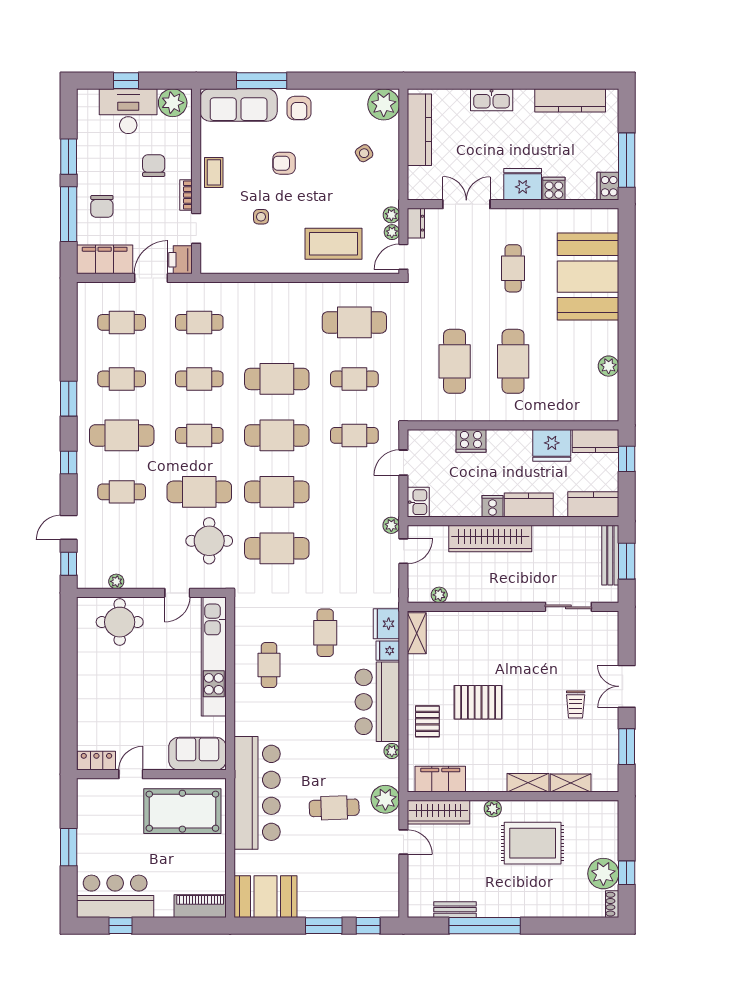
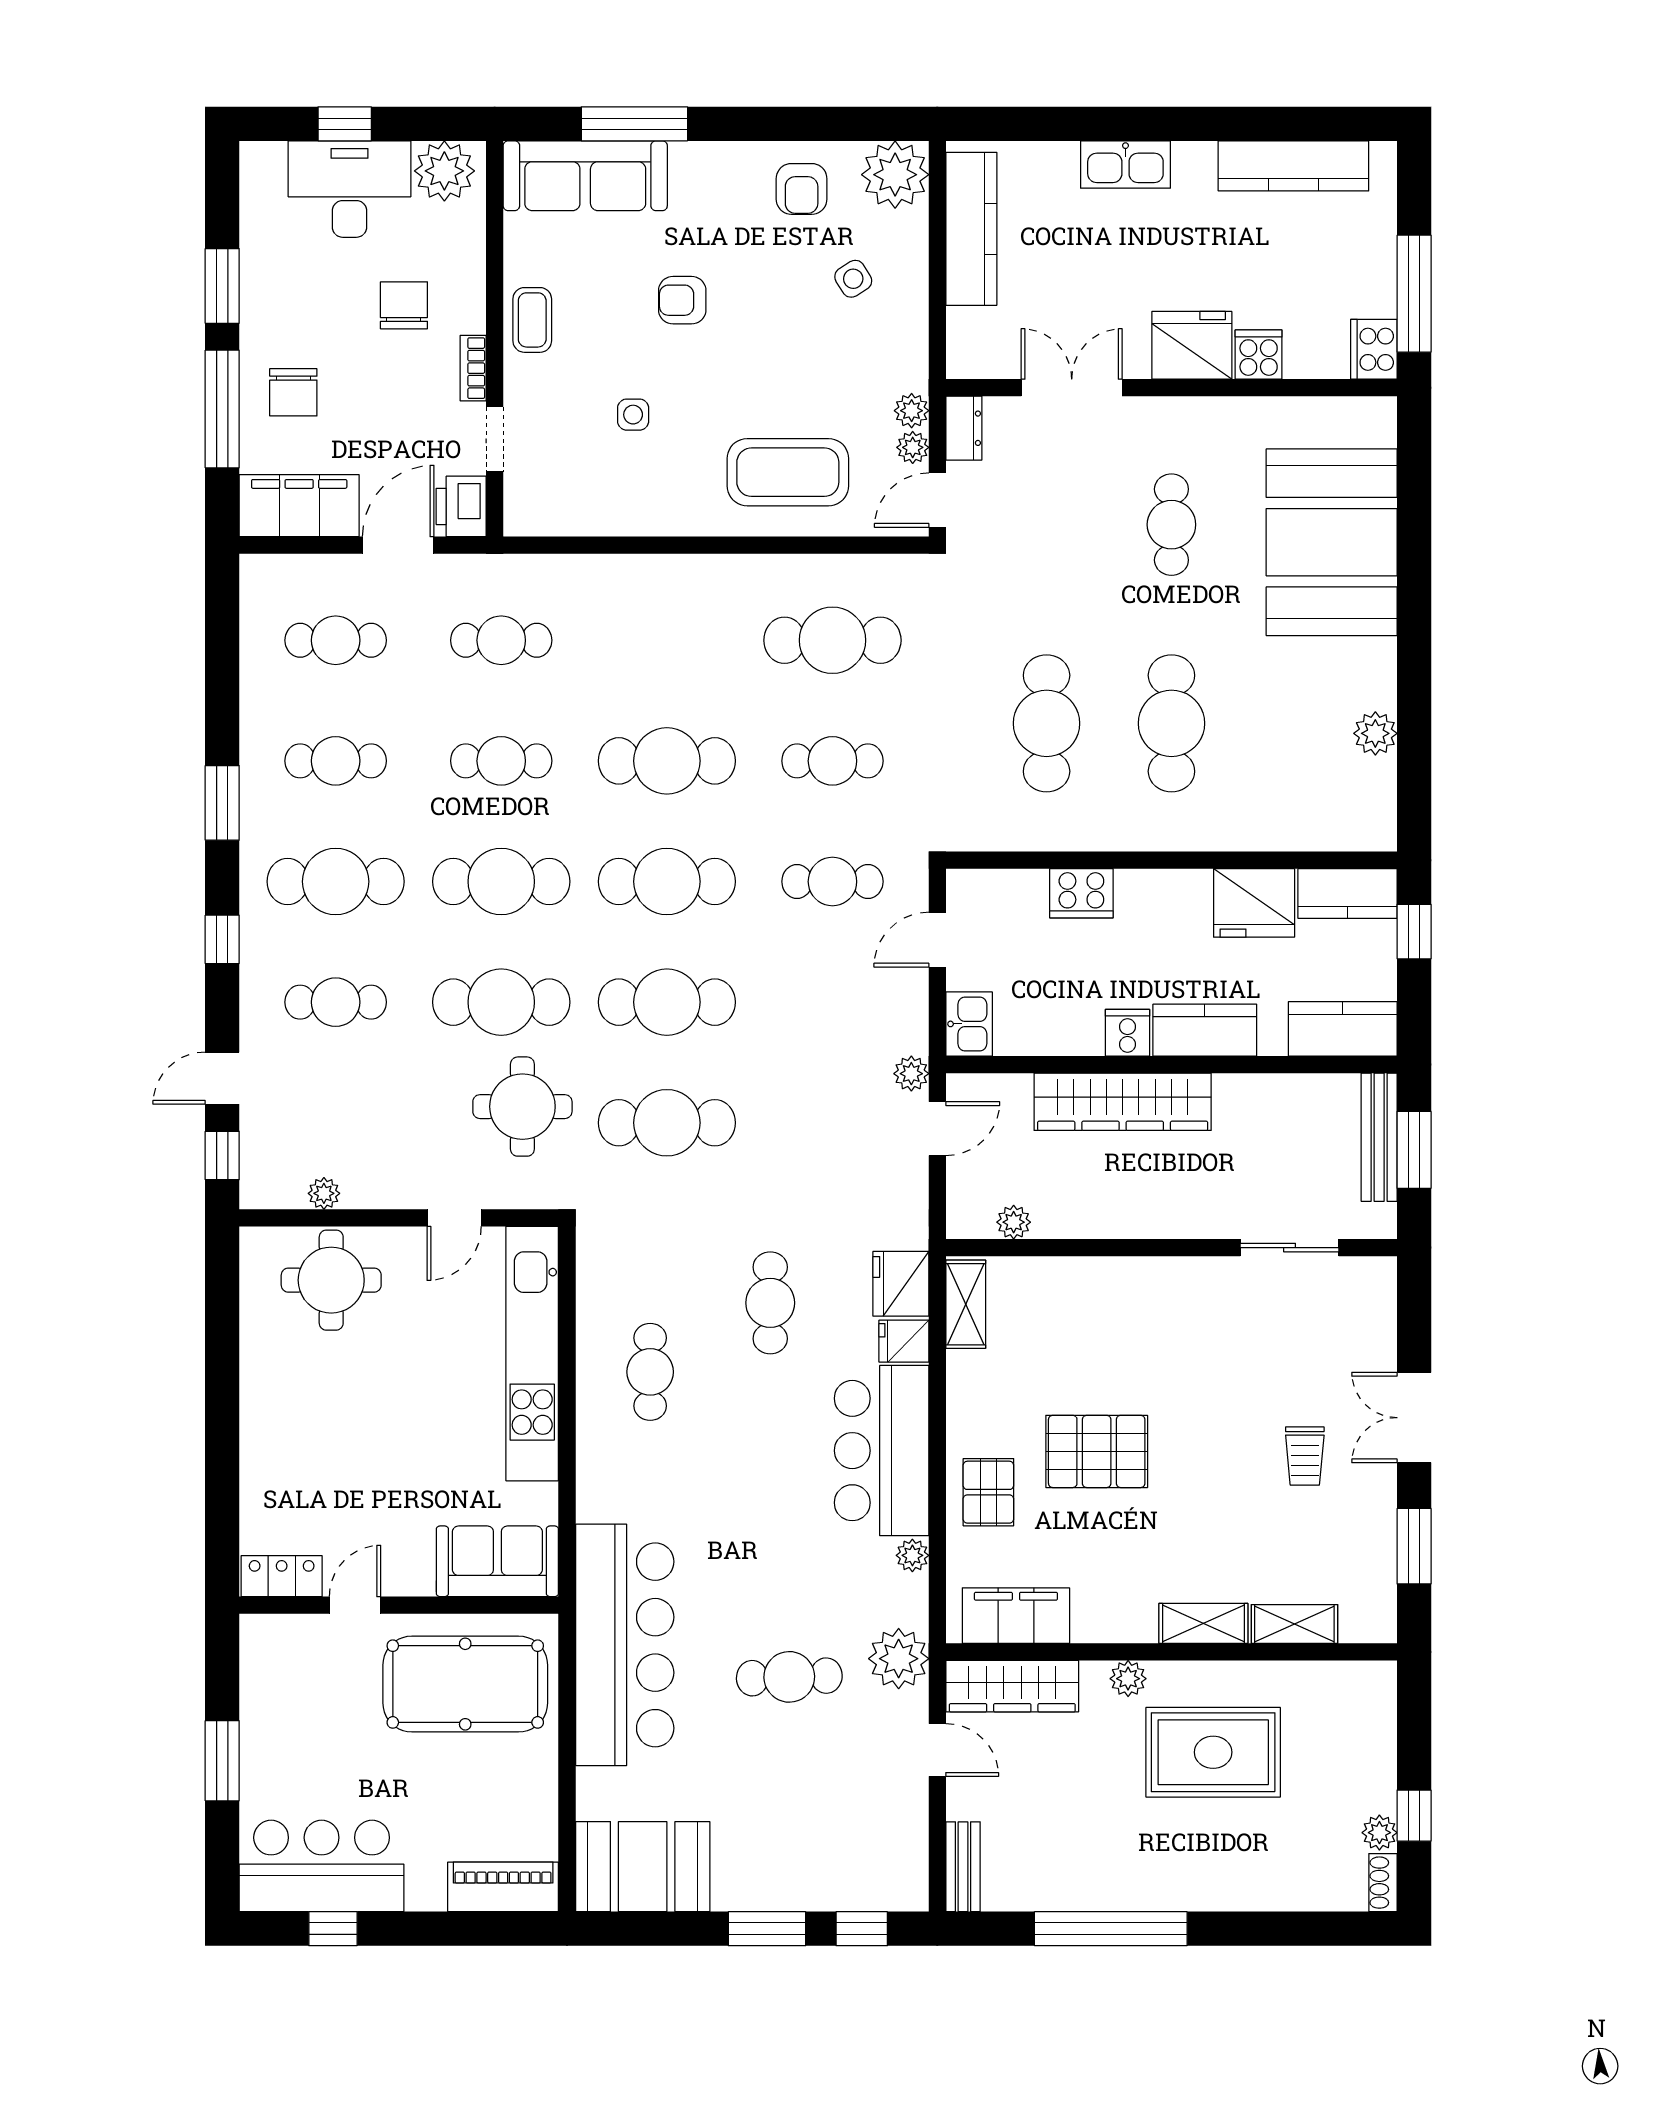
armchair: (299, 108) -> (802, 189), moved
cafe table: (199, 435) -> (501, 882), width x1.37, depth x1.35
plant: (603, 874) -> (1379, 1833), width x0.53, depth x0.53
bench: (455, 910) -> (963, 1867), moved, turned 90

